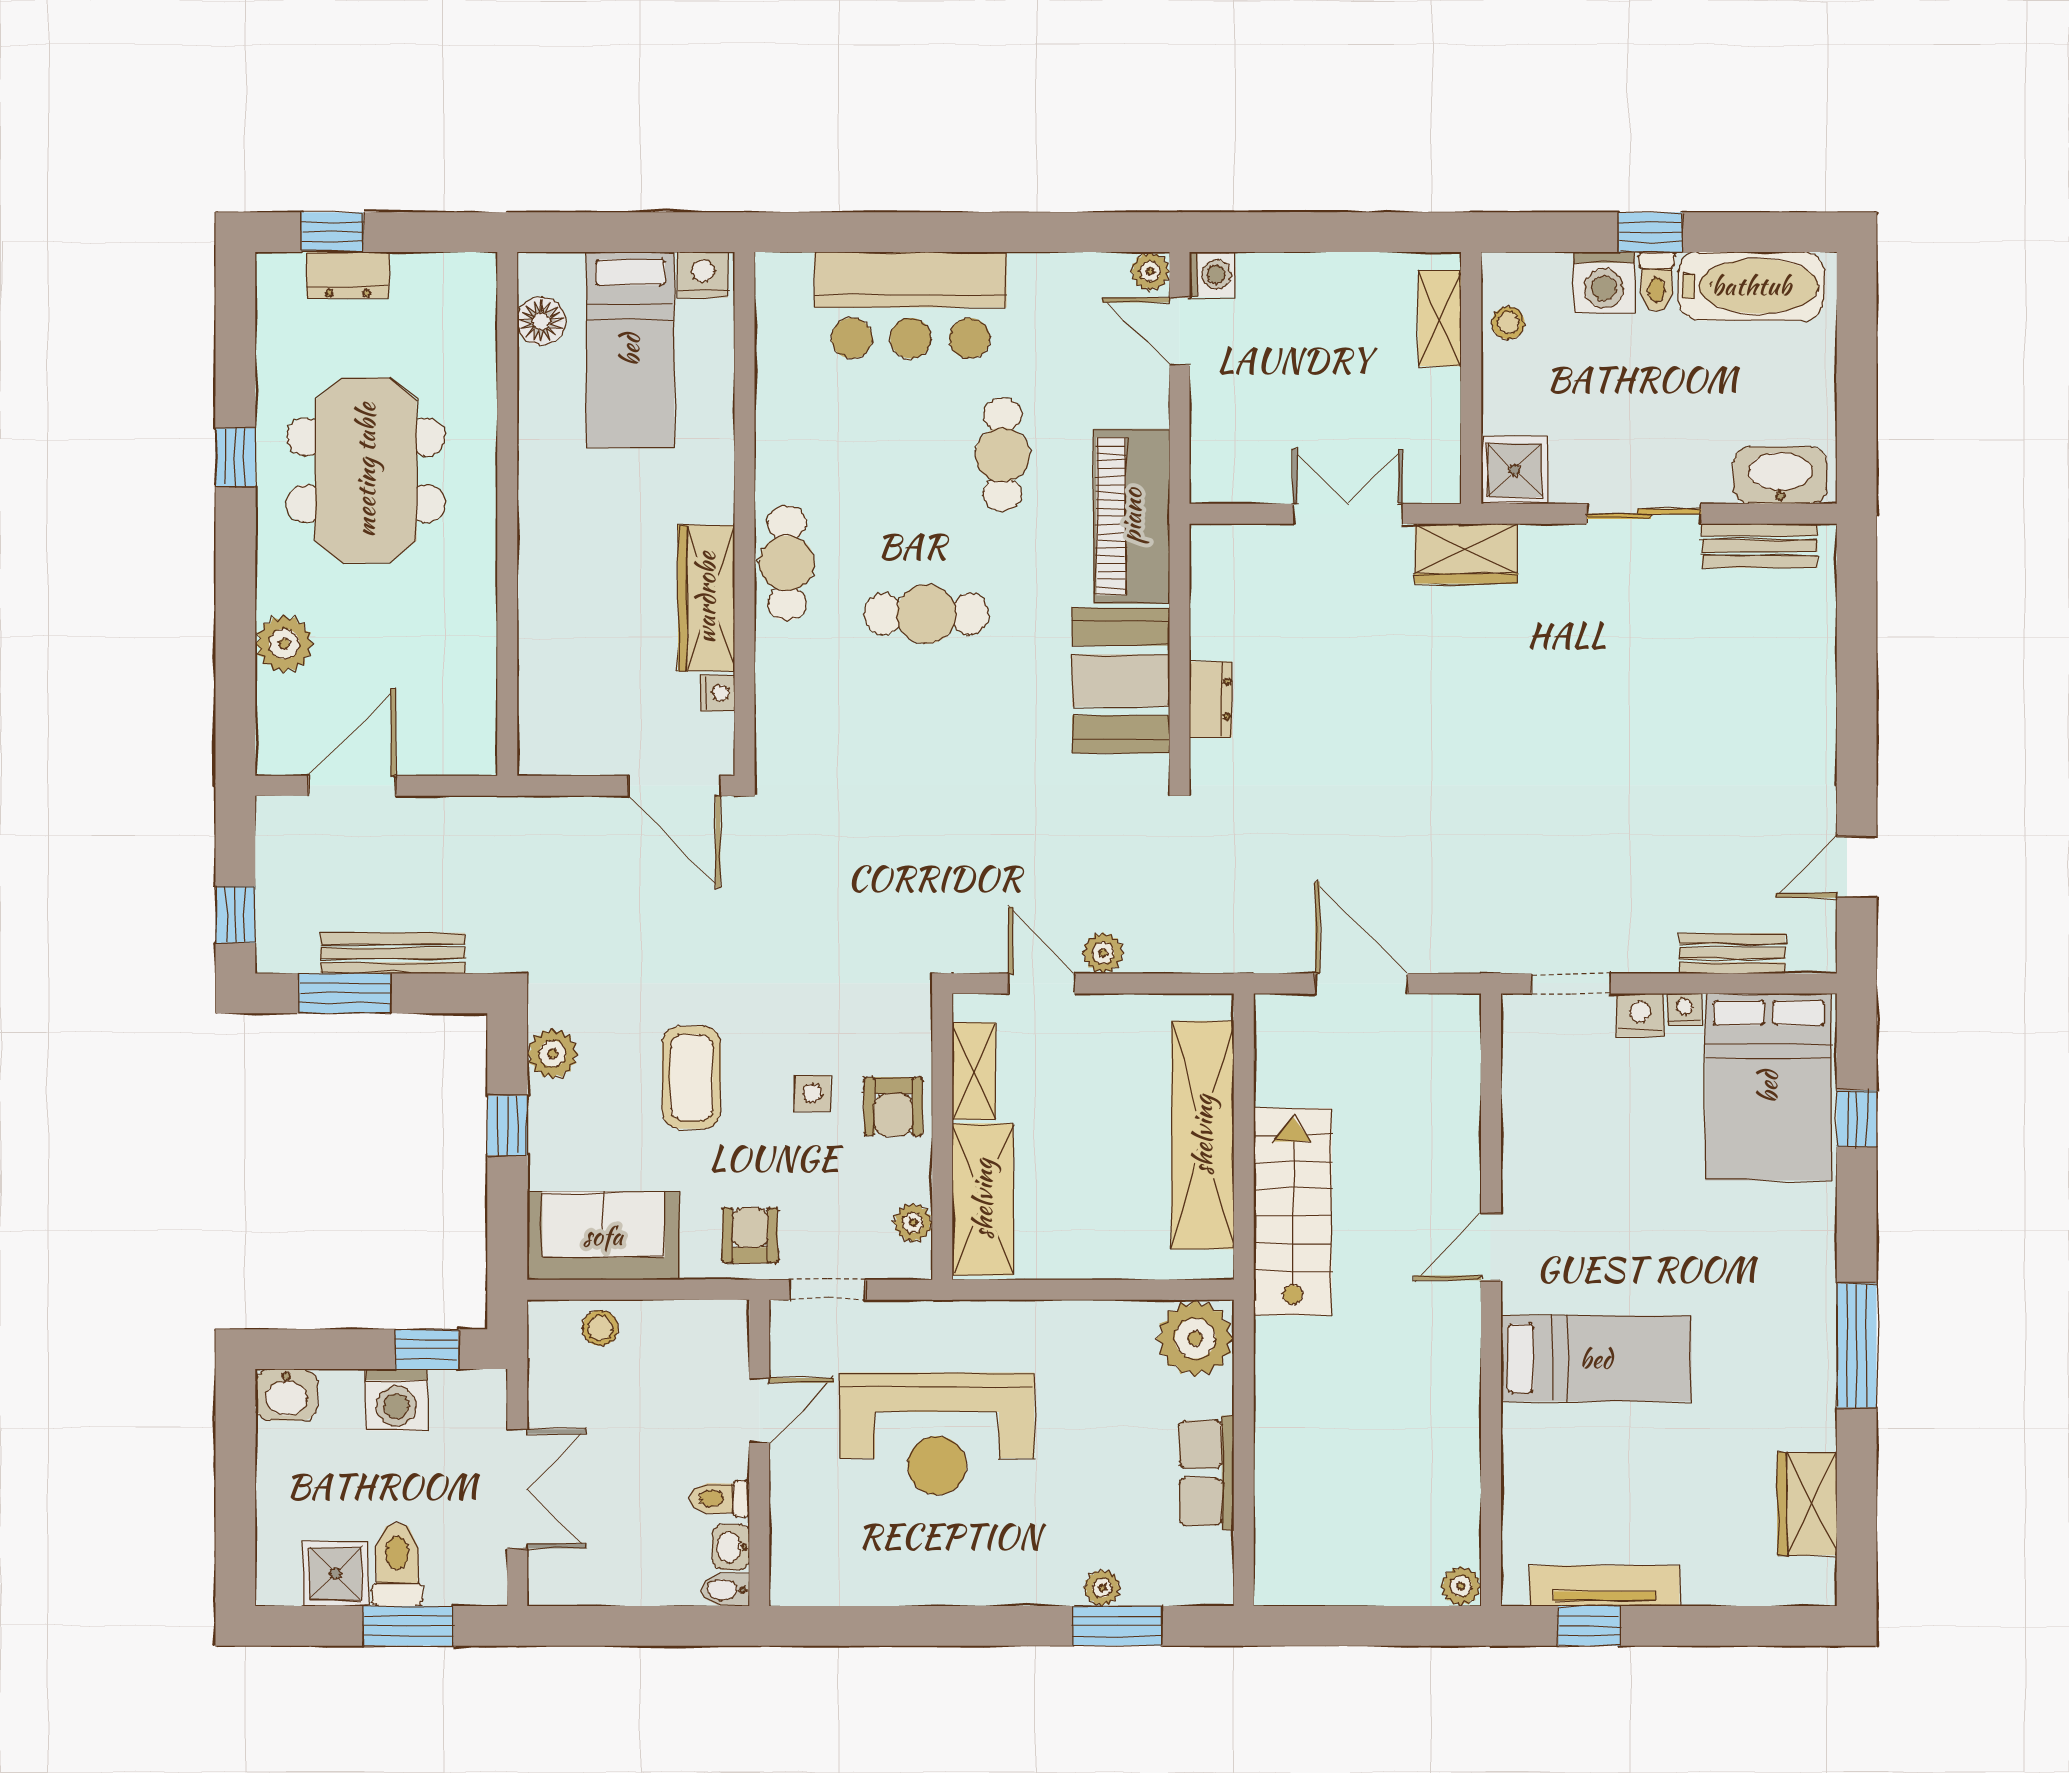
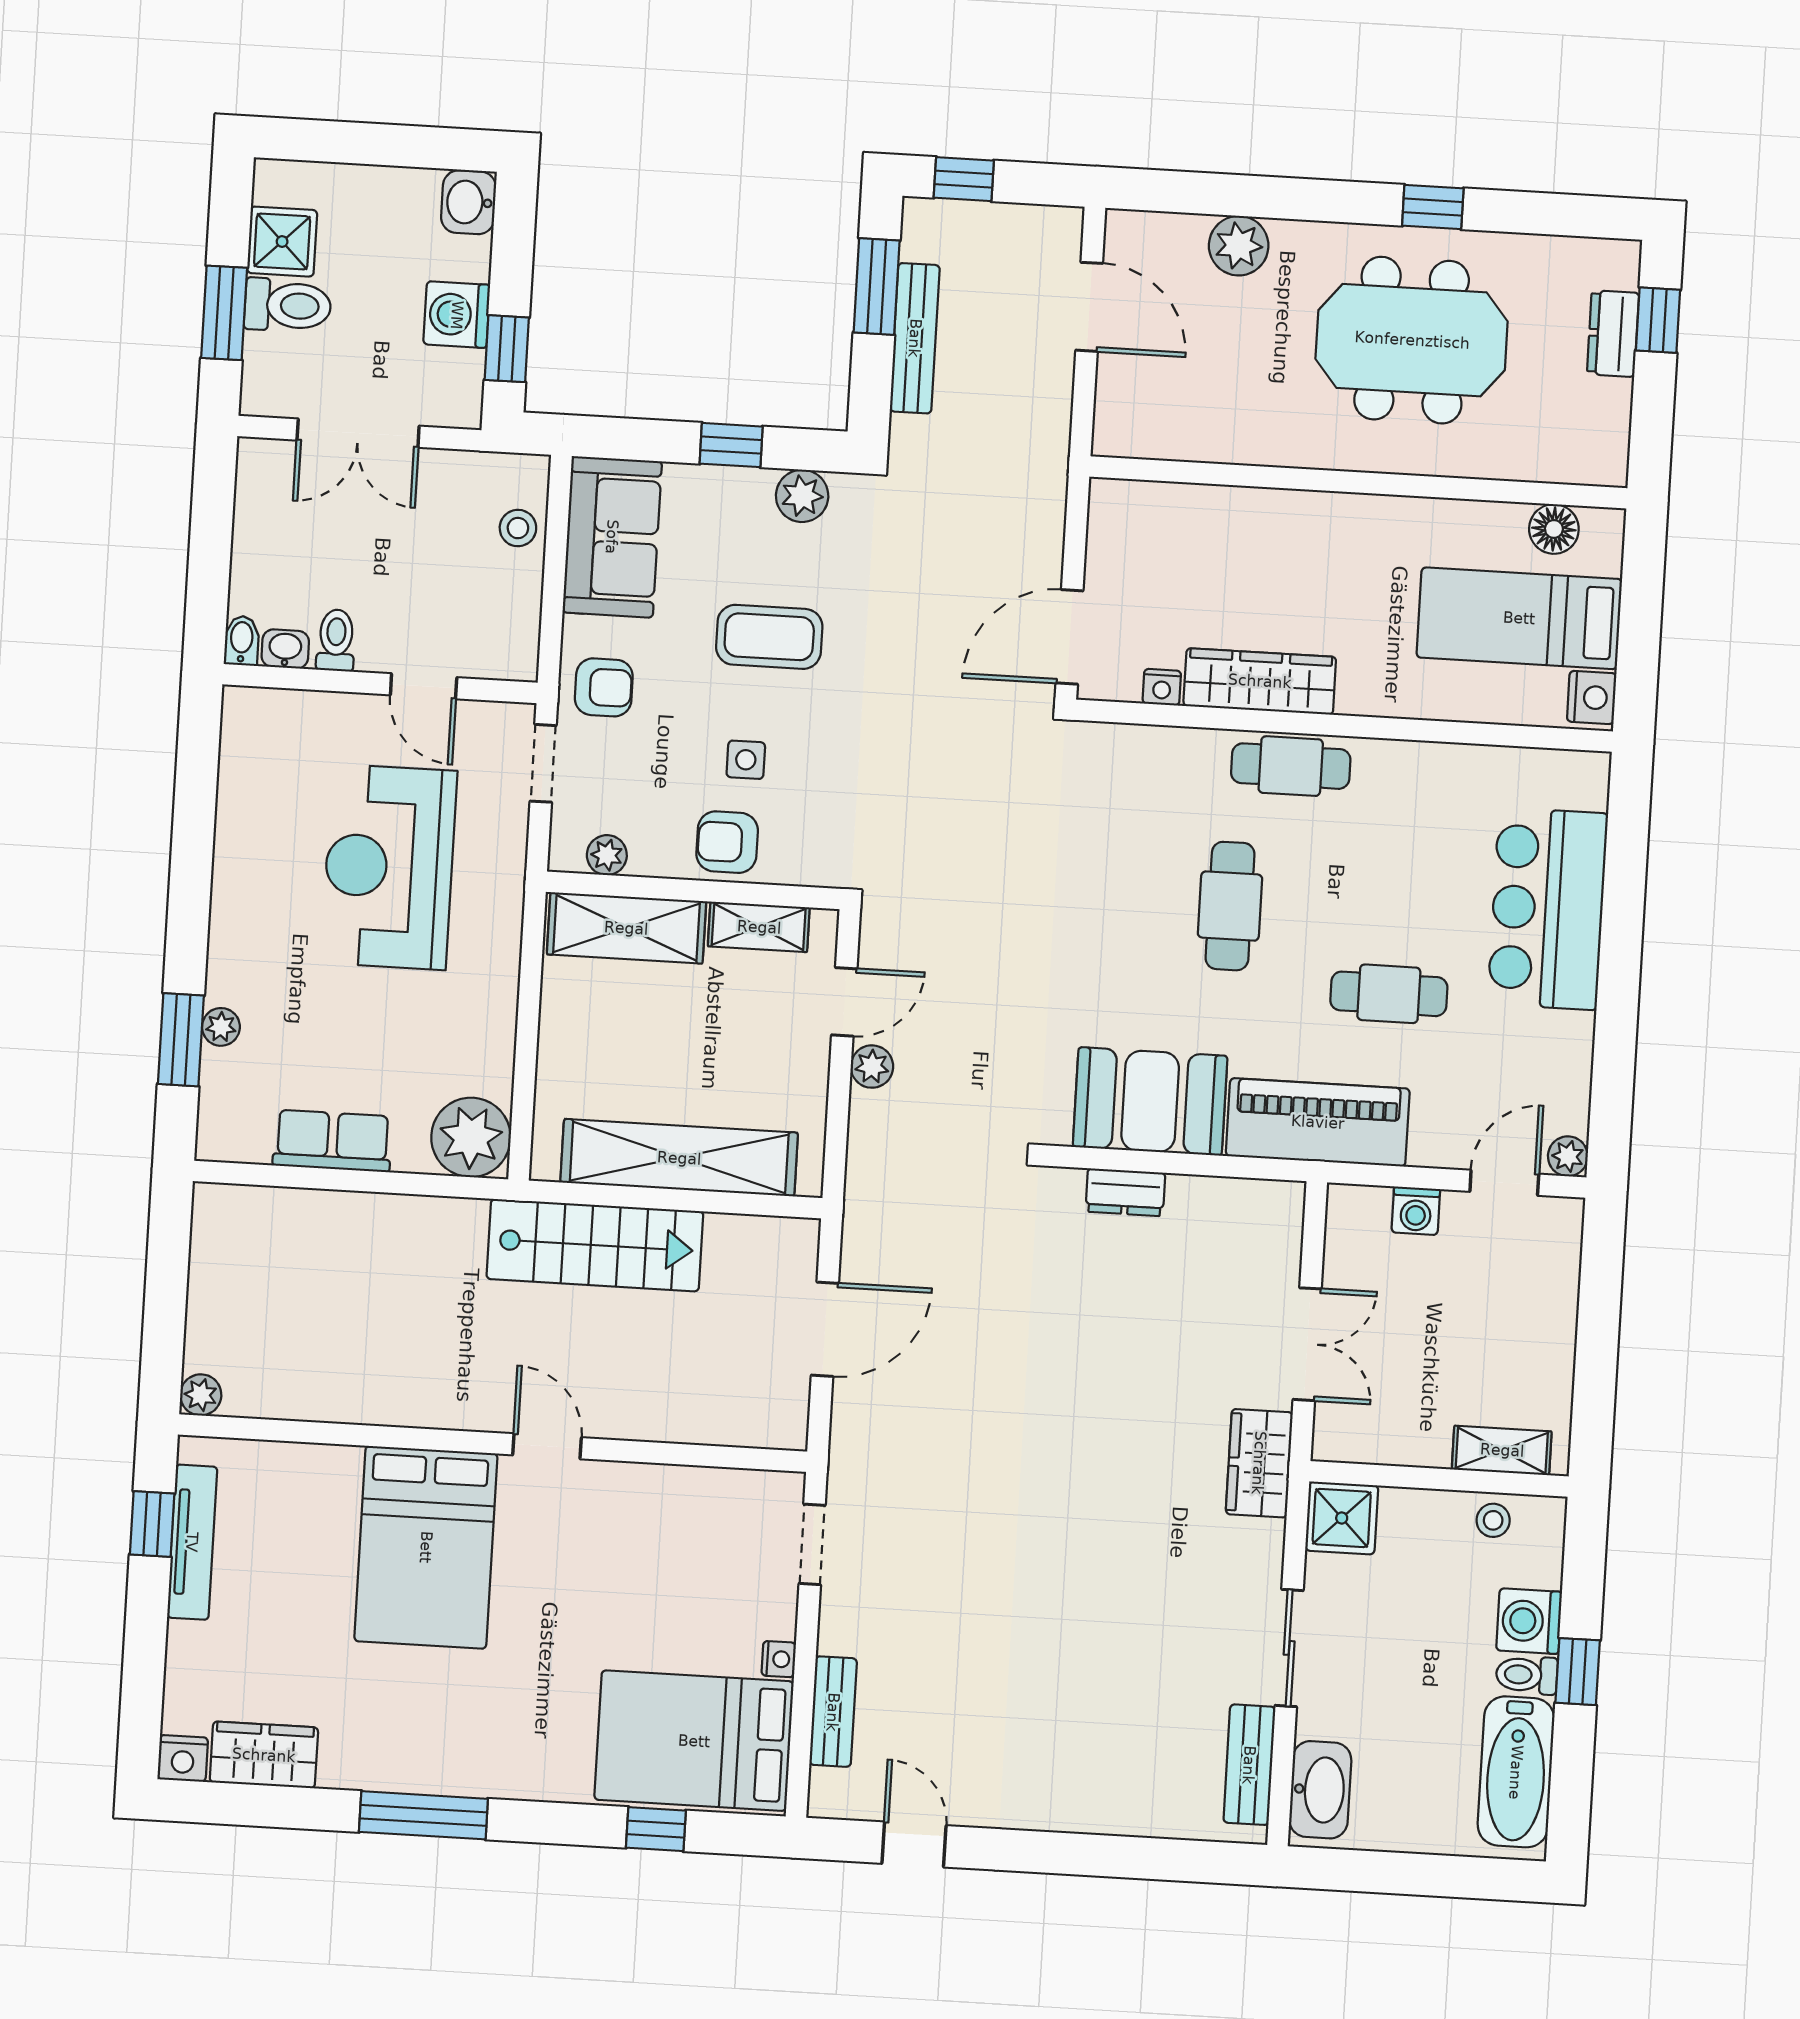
washing machine: (1212, 274) -> (1416, 1211), moved
nightstand: (1640, 1015) -> (183, 1758), moved, turned 90
bed: (1596, 1359) -> (426, 1547), width x1.50

